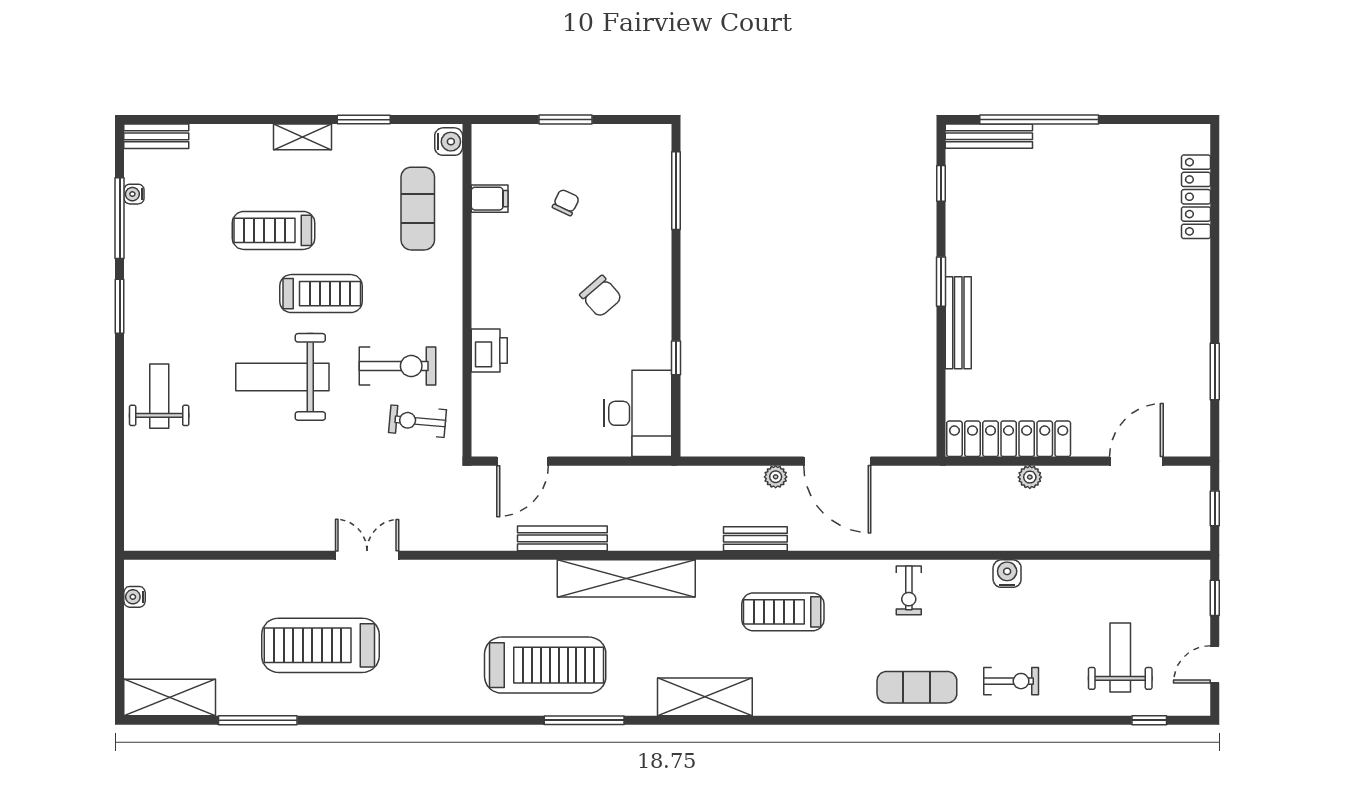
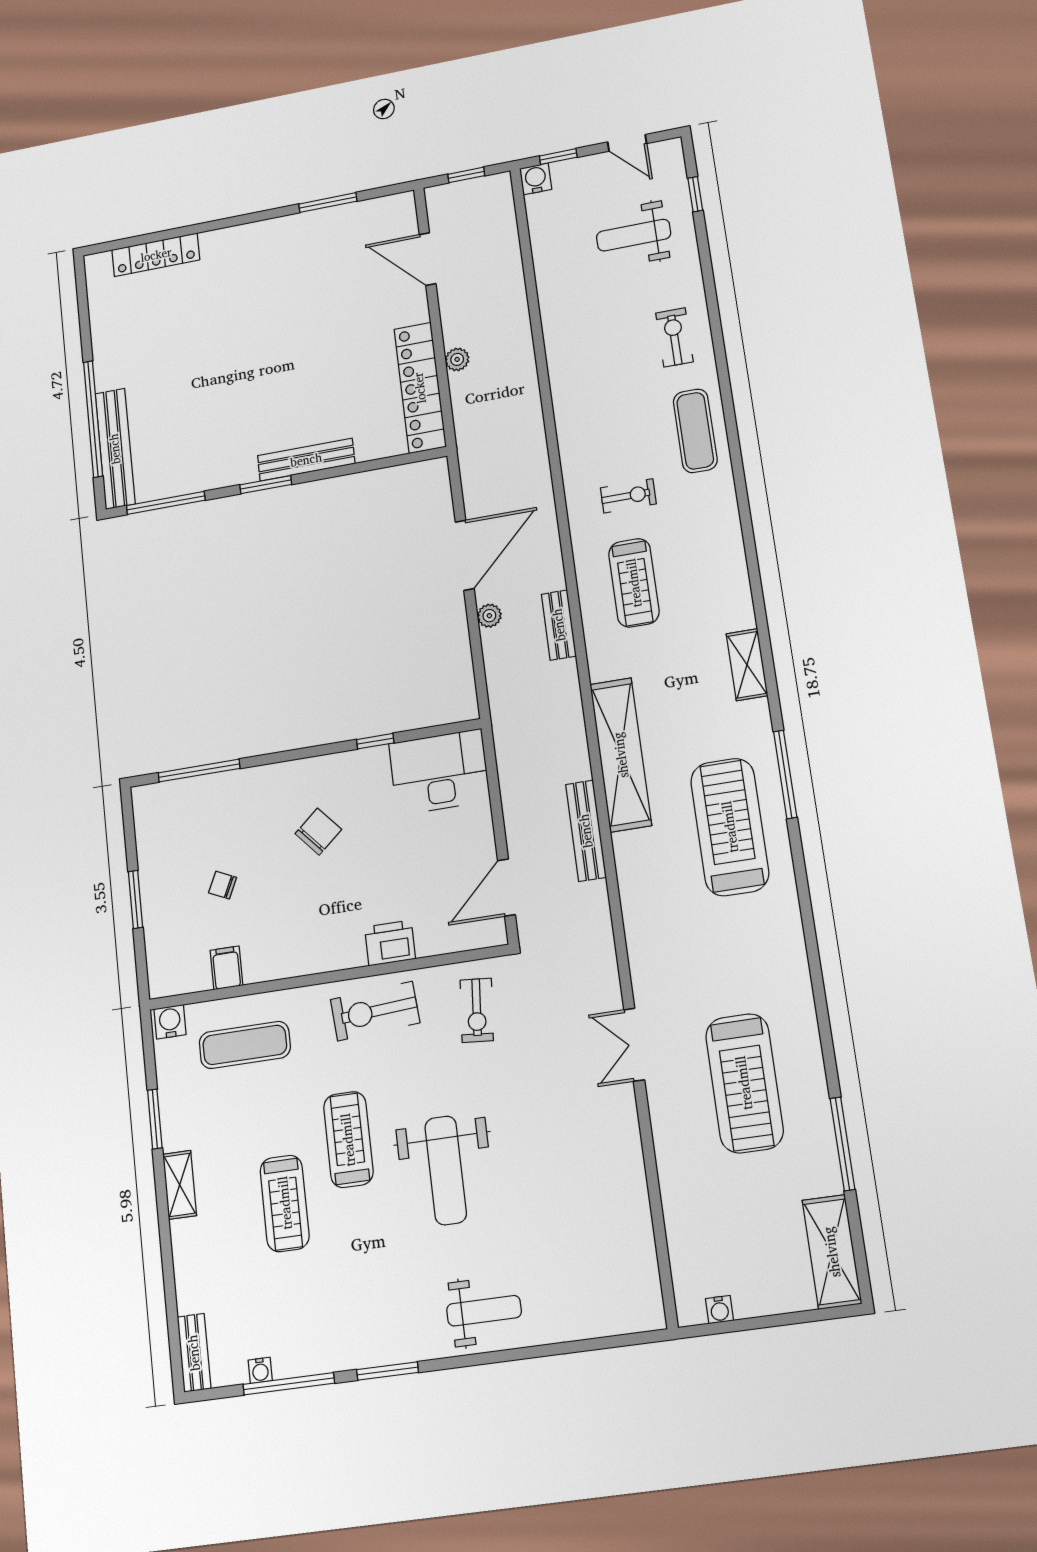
bench: (989, 136) -> (115, 449), width x1.37, depth x1.21
window: (941, 183) -> (166, 503), width x2.17
exercise bike: (397, 366) -> (375, 1011), moved, turned -94
weight bench: (159, 396) -> (484, 1311), turned 180
door: (523, 461) -> (506, 888), swing flipped
water cooler: (1007, 574) -> (536, 179), moved, turned 90
exercise bike: (909, 590) -> (628, 496), moved
shelving: (705, 697) -> (747, 665), width x0.67, depth x0.75

